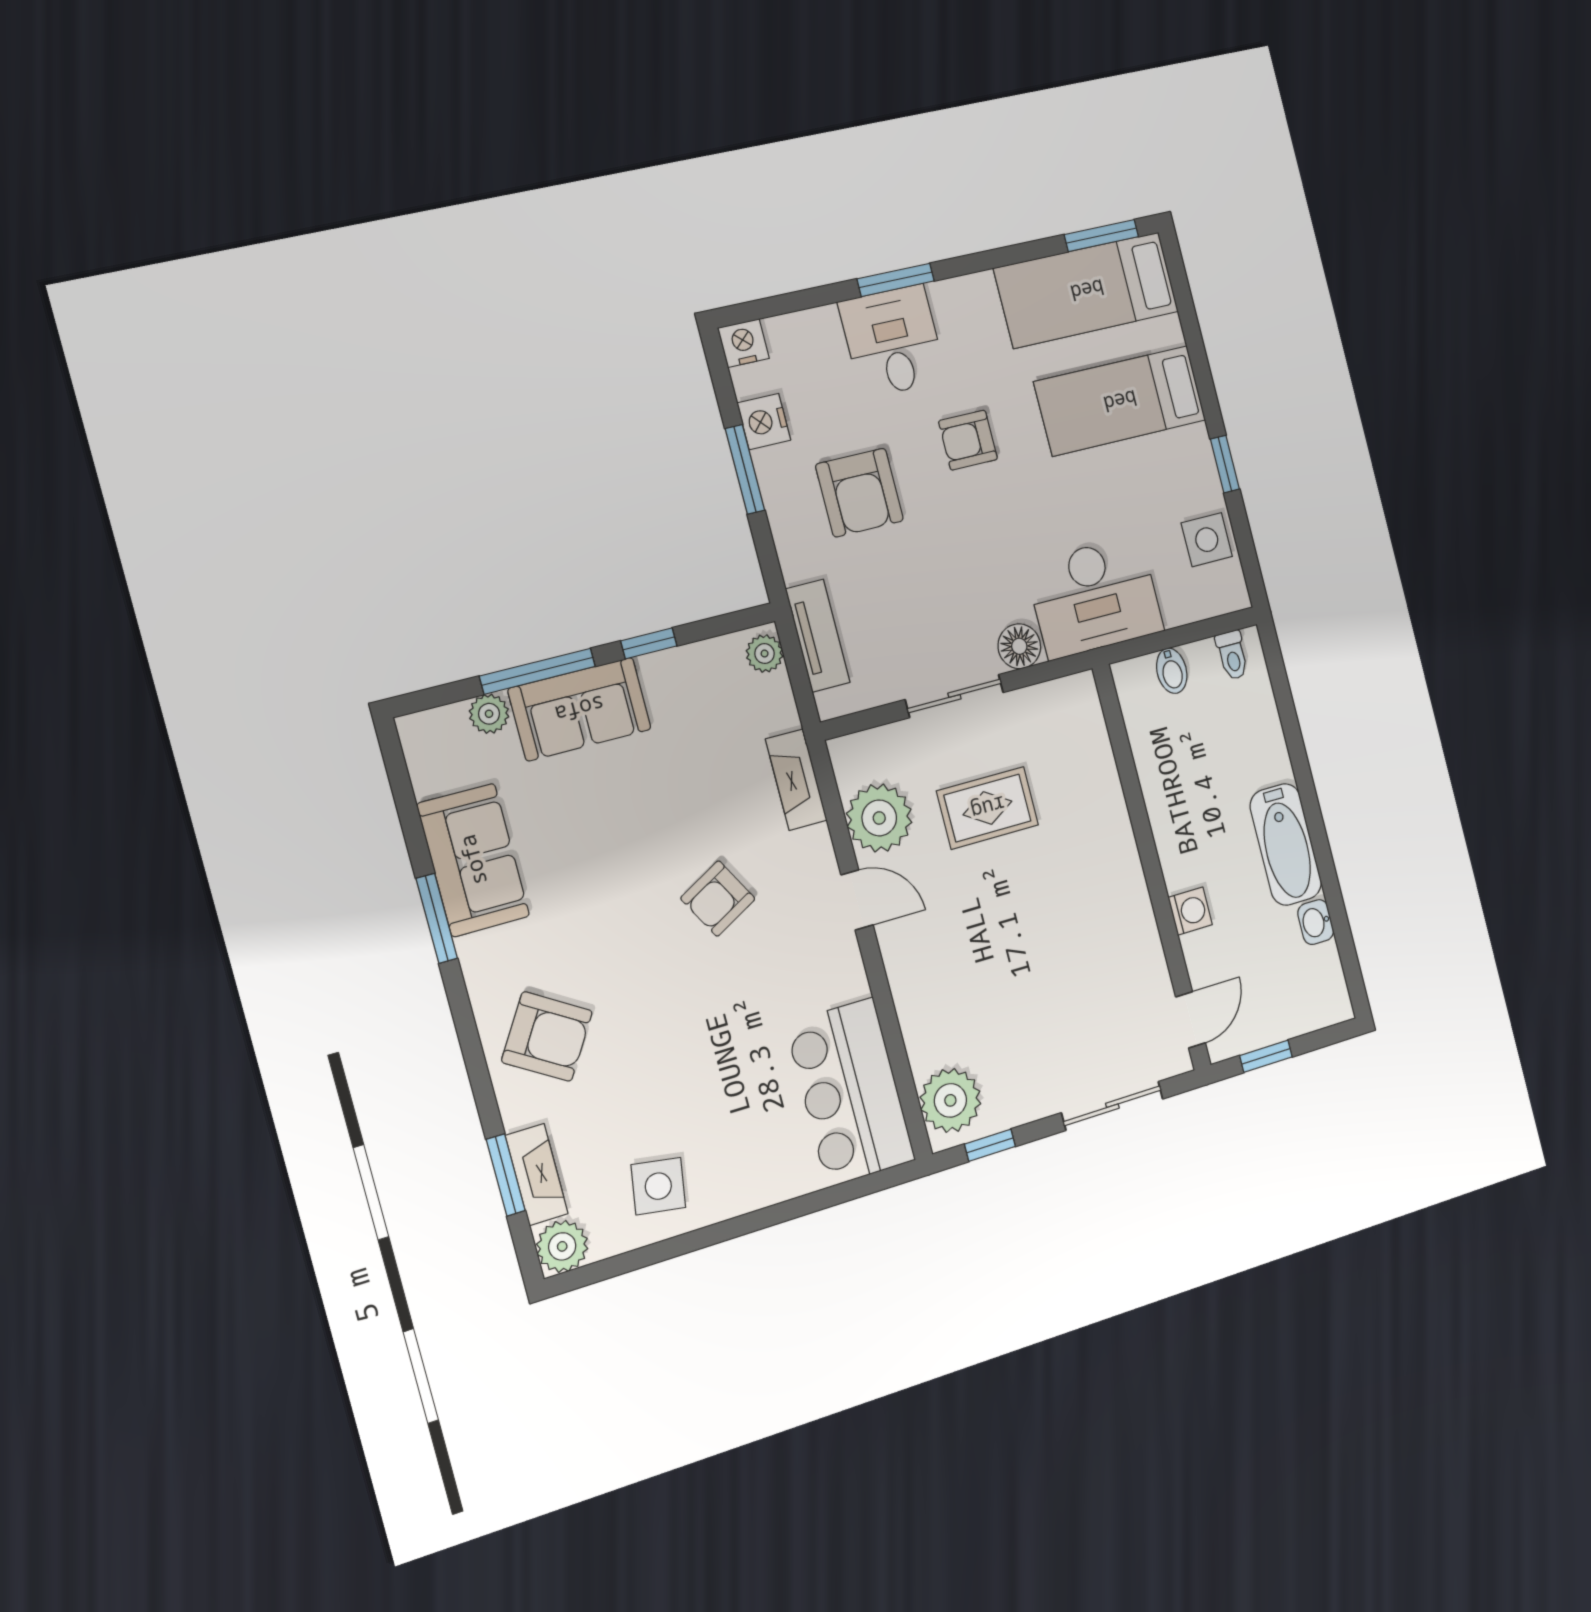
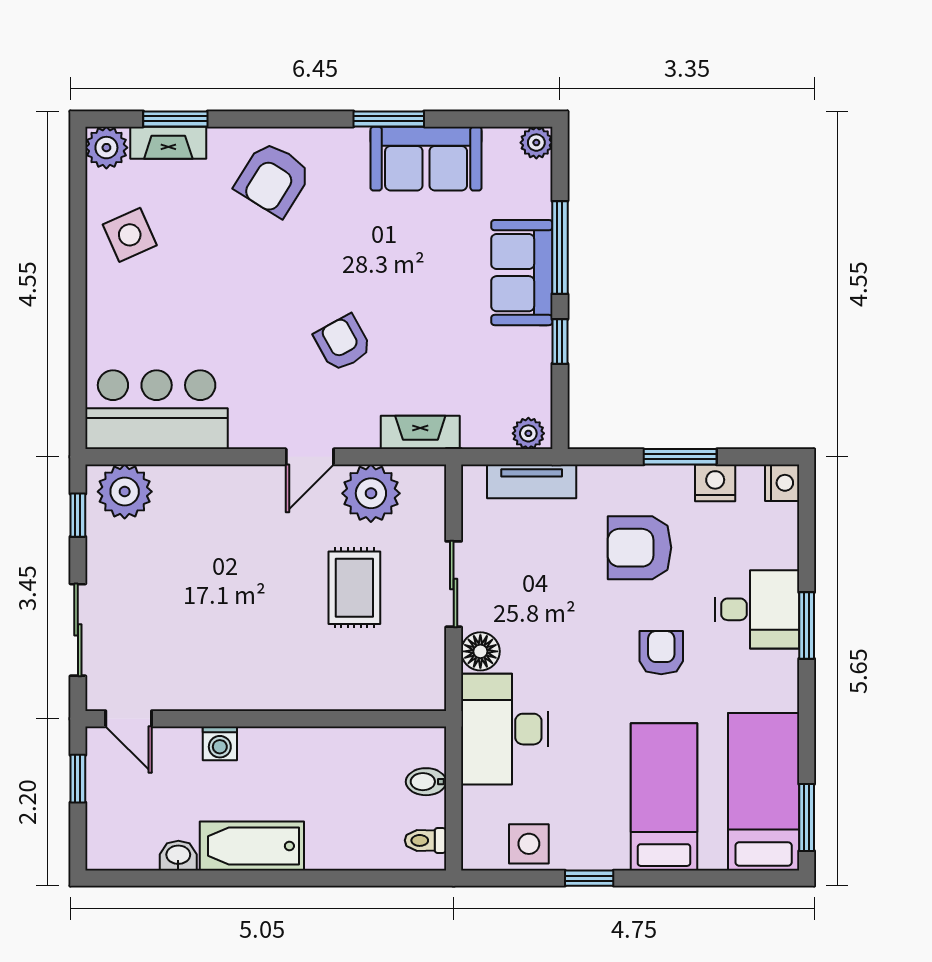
plant: (489, 714) -> (536, 143), moved
side table: (658, 1186) -> (130, 235), turned -33

